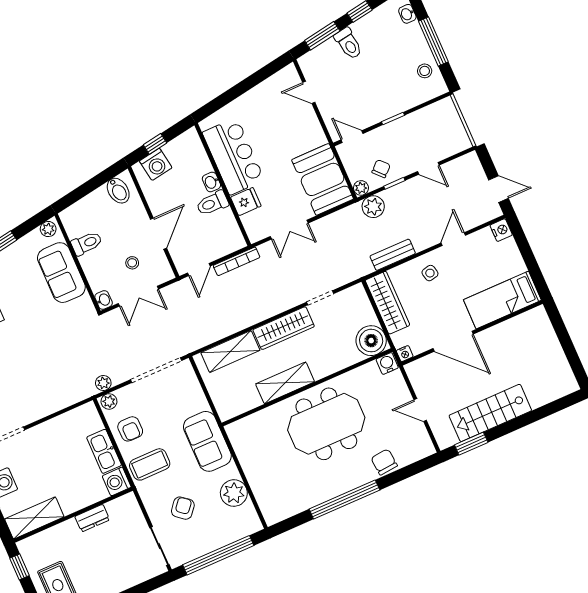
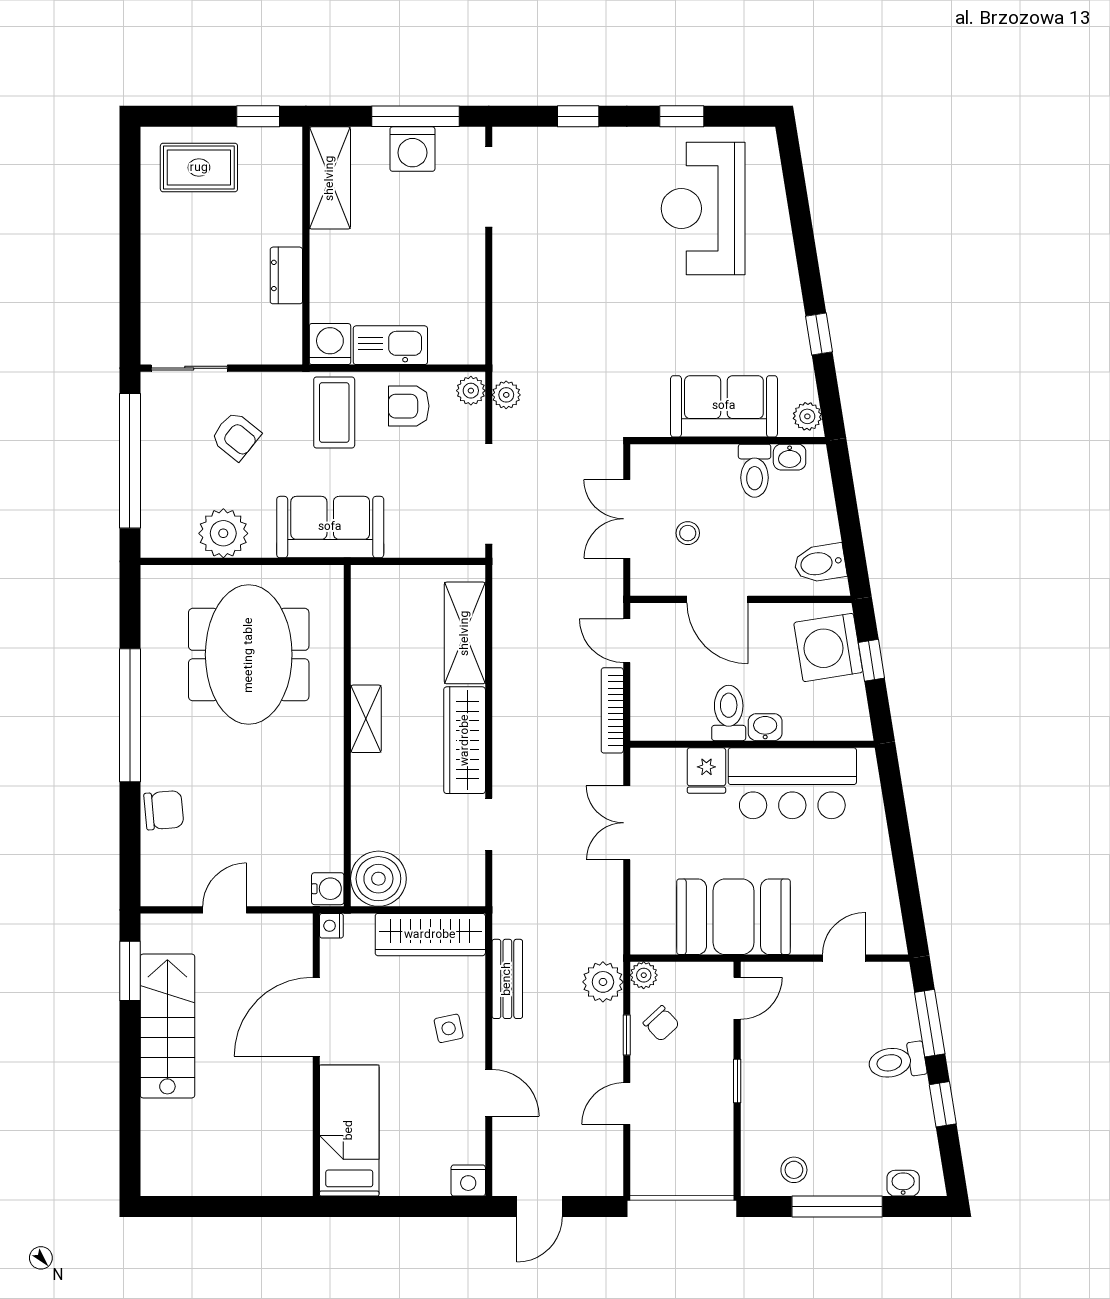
washing machine: (156, 164) -> (828, 647), width x1.37, depth x1.37
booth: (323, 179) -> (734, 917), moved
washbasin: (104, 300) -> (790, 457), moved
shelving: (285, 383) -> (366, 719), width x0.67, depth x0.75
meeting table: (326, 424) -> (249, 655), moved

